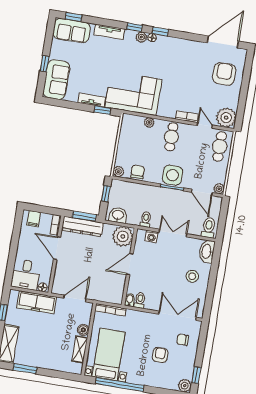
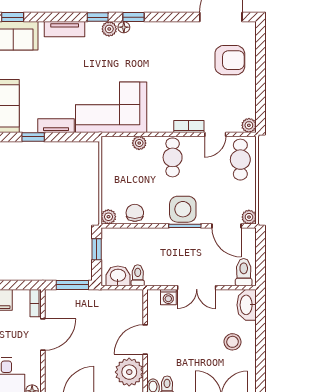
armchair: (224, 74) -> (230, 60), turned 90
window: (102, 110) -> (33, 137), moved
plant: (226, 118) -> (249, 125), width x0.53, depth x0.53
door: (205, 125) -> (215, 134), swing flipped
toilet: (146, 219) -> (138, 275), moved
dresser: (82, 226) -> (72, 299), removed
double door: (173, 233) -> (197, 288), swing flipped
plant: (123, 236) -> (129, 372), moved
door: (57, 248) -> (43, 335), swing flipped

